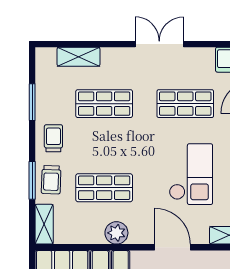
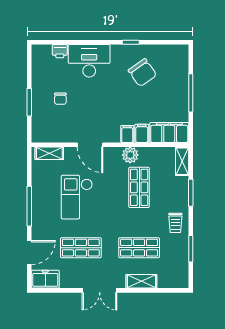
shelving: (79, 57) -> (141, 281), moved
trolley: (51, 180) -> (177, 193), removed
shop shelf: (104, 188) -> (139, 187), turned 90

